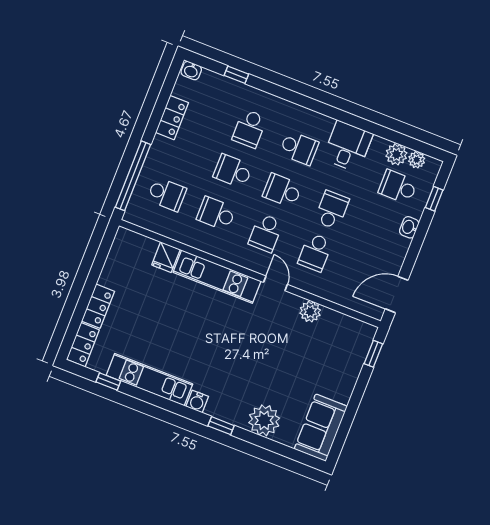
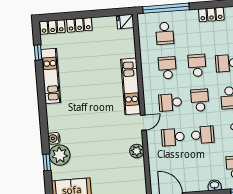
fridge: (166, 257) -> (125, 22), moved
water cooler: (197, 401) -> (54, 138), moved
window: (221, 426) -> (47, 162), moved

